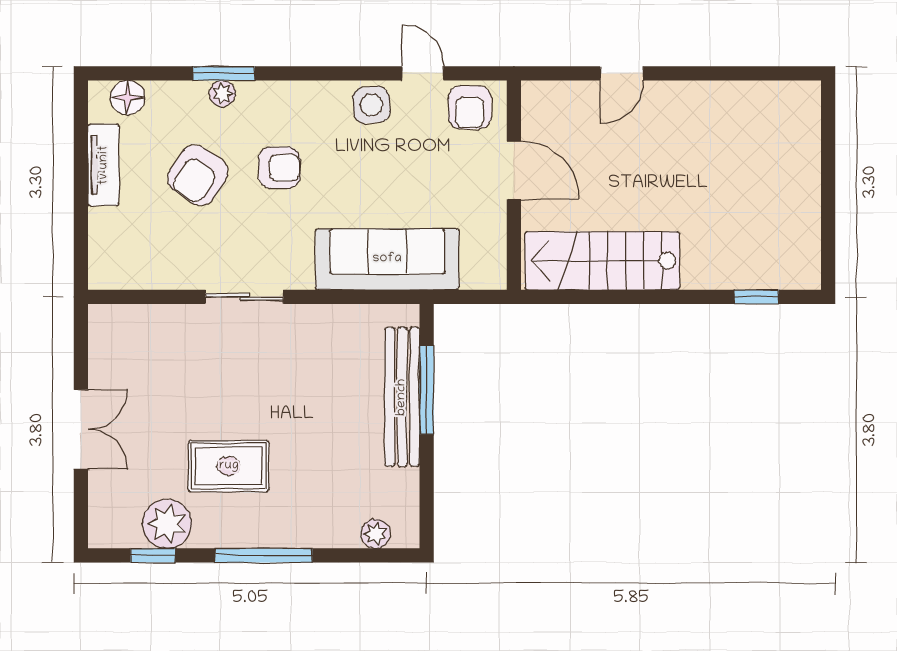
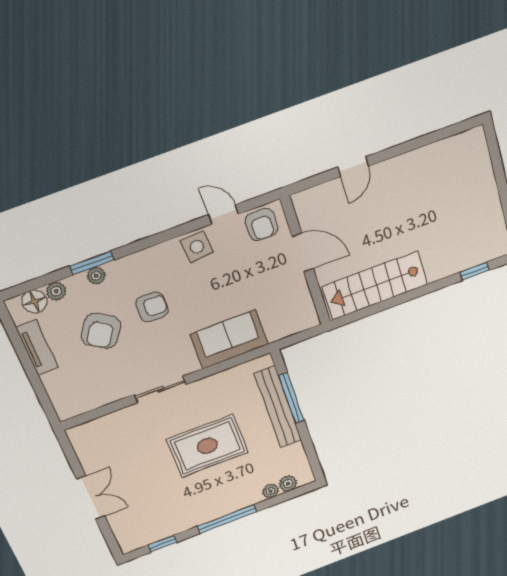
plant: (162, 94) -> (56, 291), added
sofa: (387, 259) -> (229, 339), width x0.73
rug: (229, 466) -> (207, 446), moved, width x1.36, depth x1.43
plant: (167, 524) -> (271, 491), moved, width x0.53, depth x0.53

